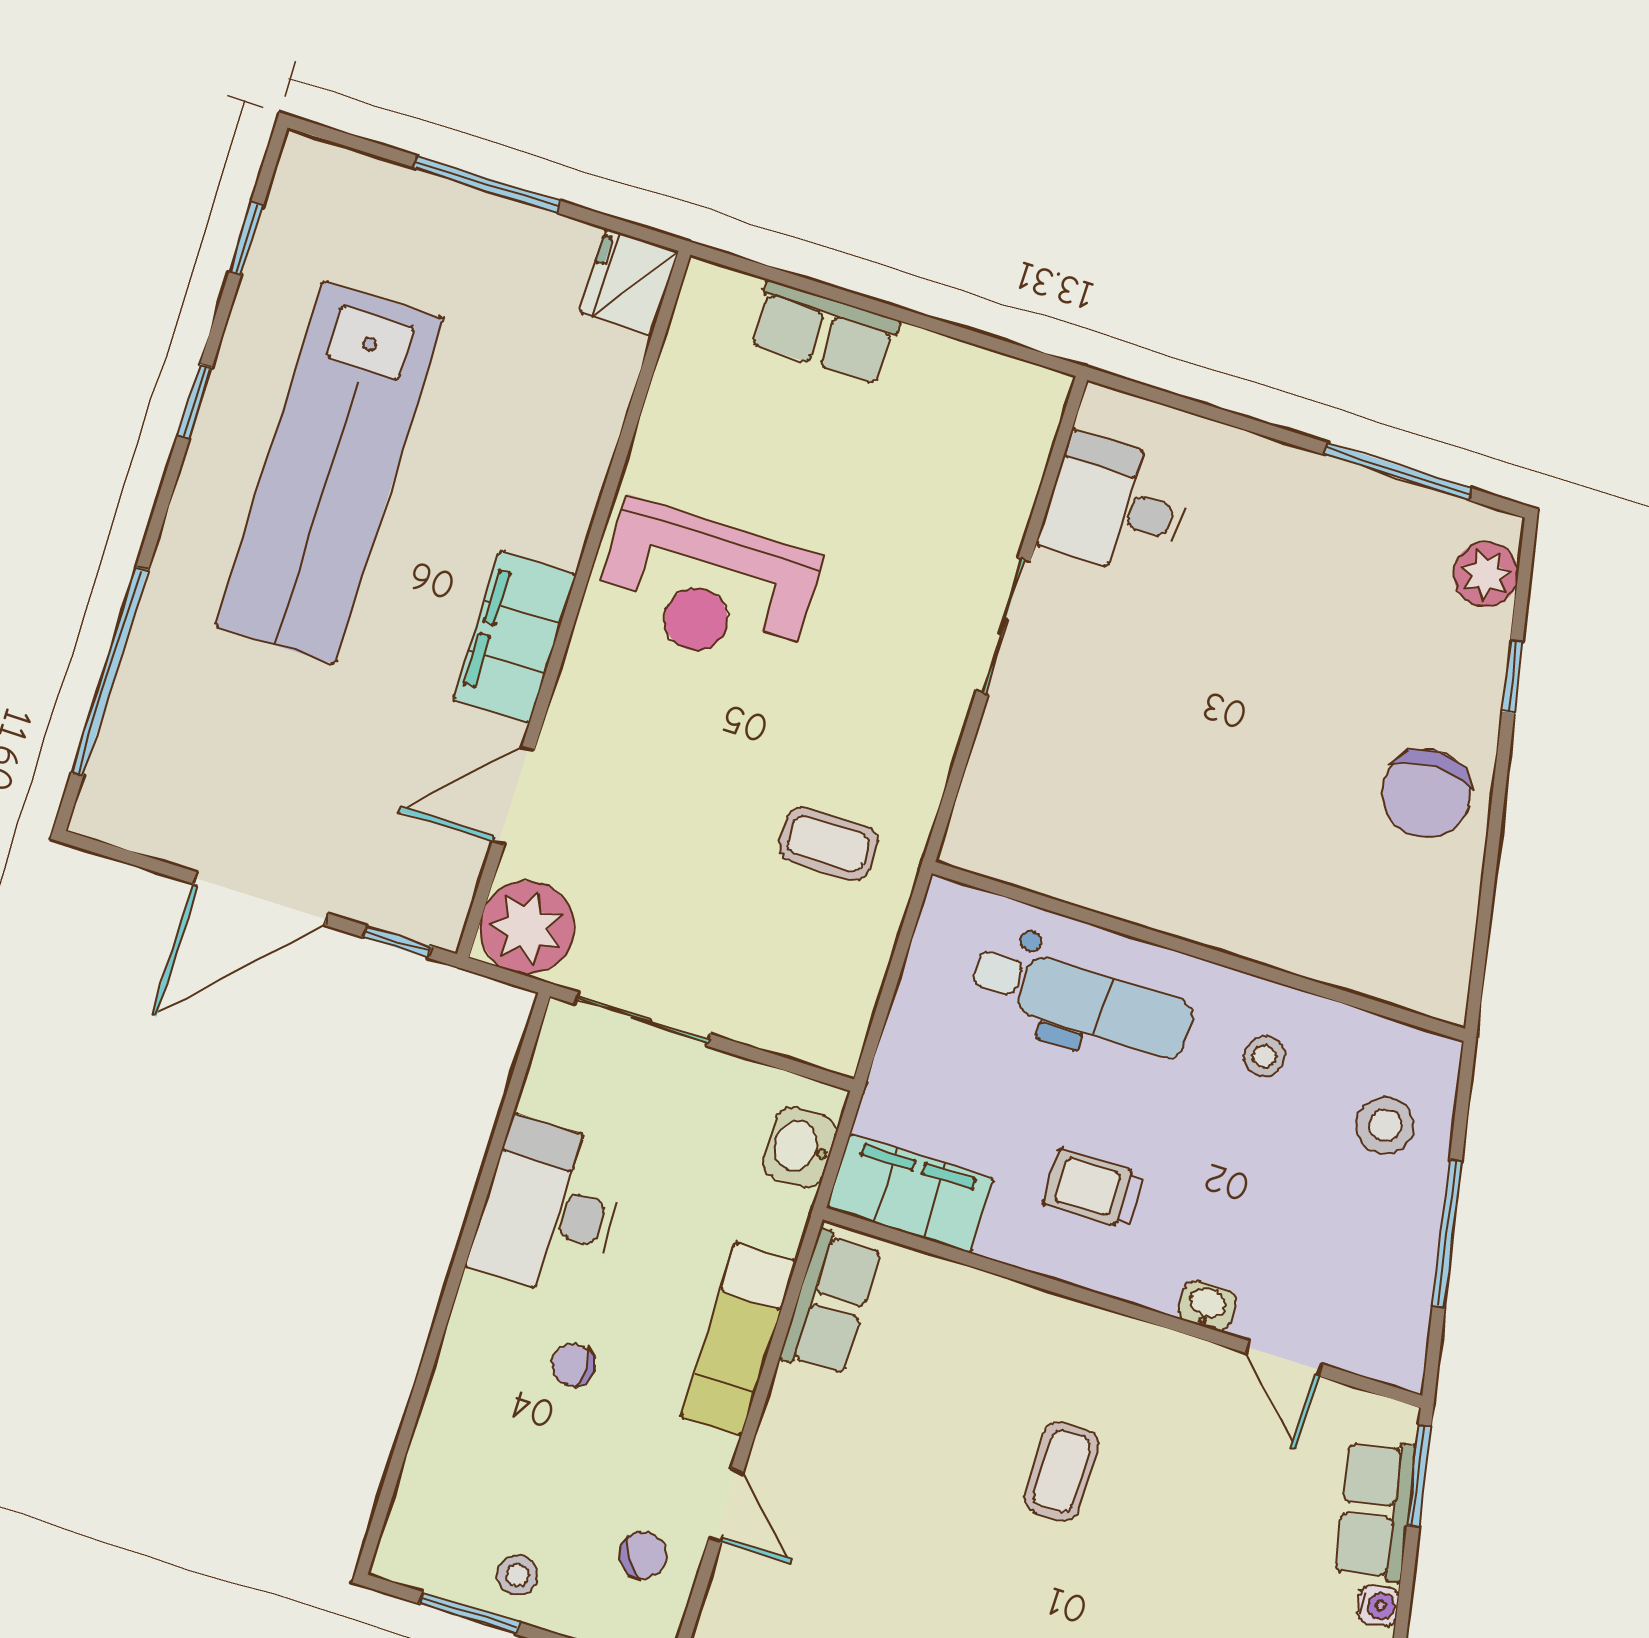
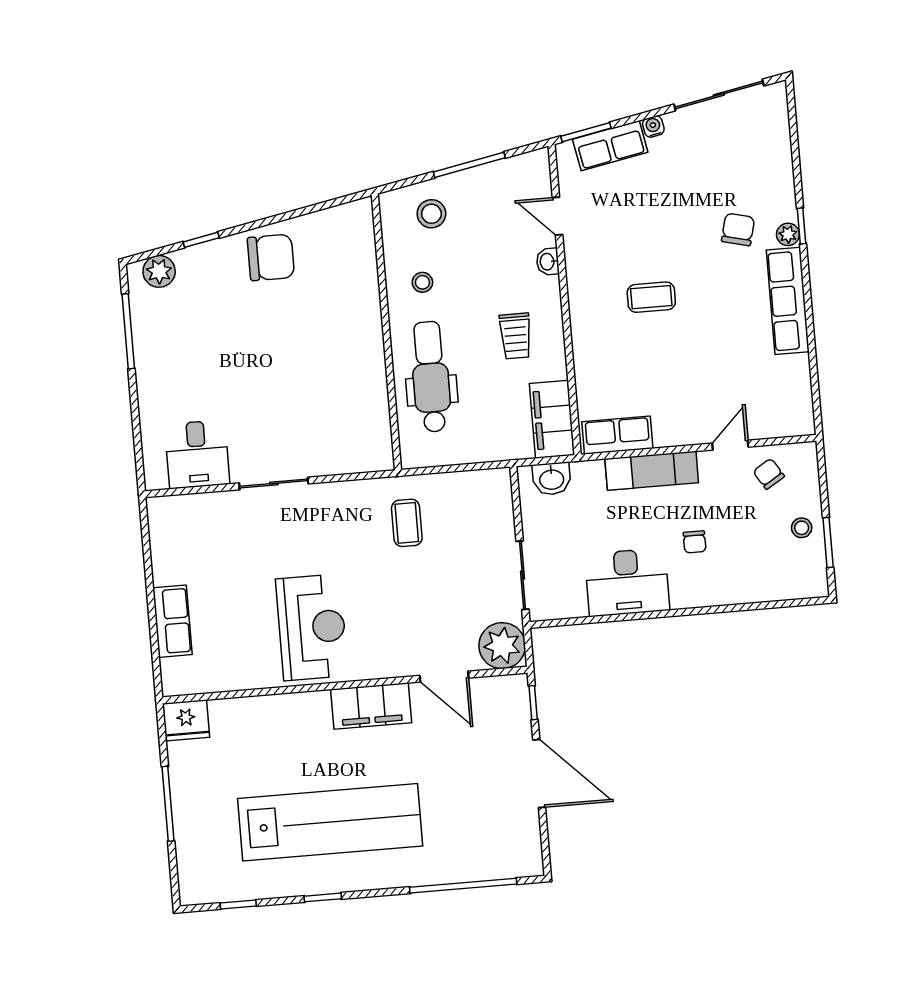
door: (1284, 1359) -> (558, 216), swing flipped

